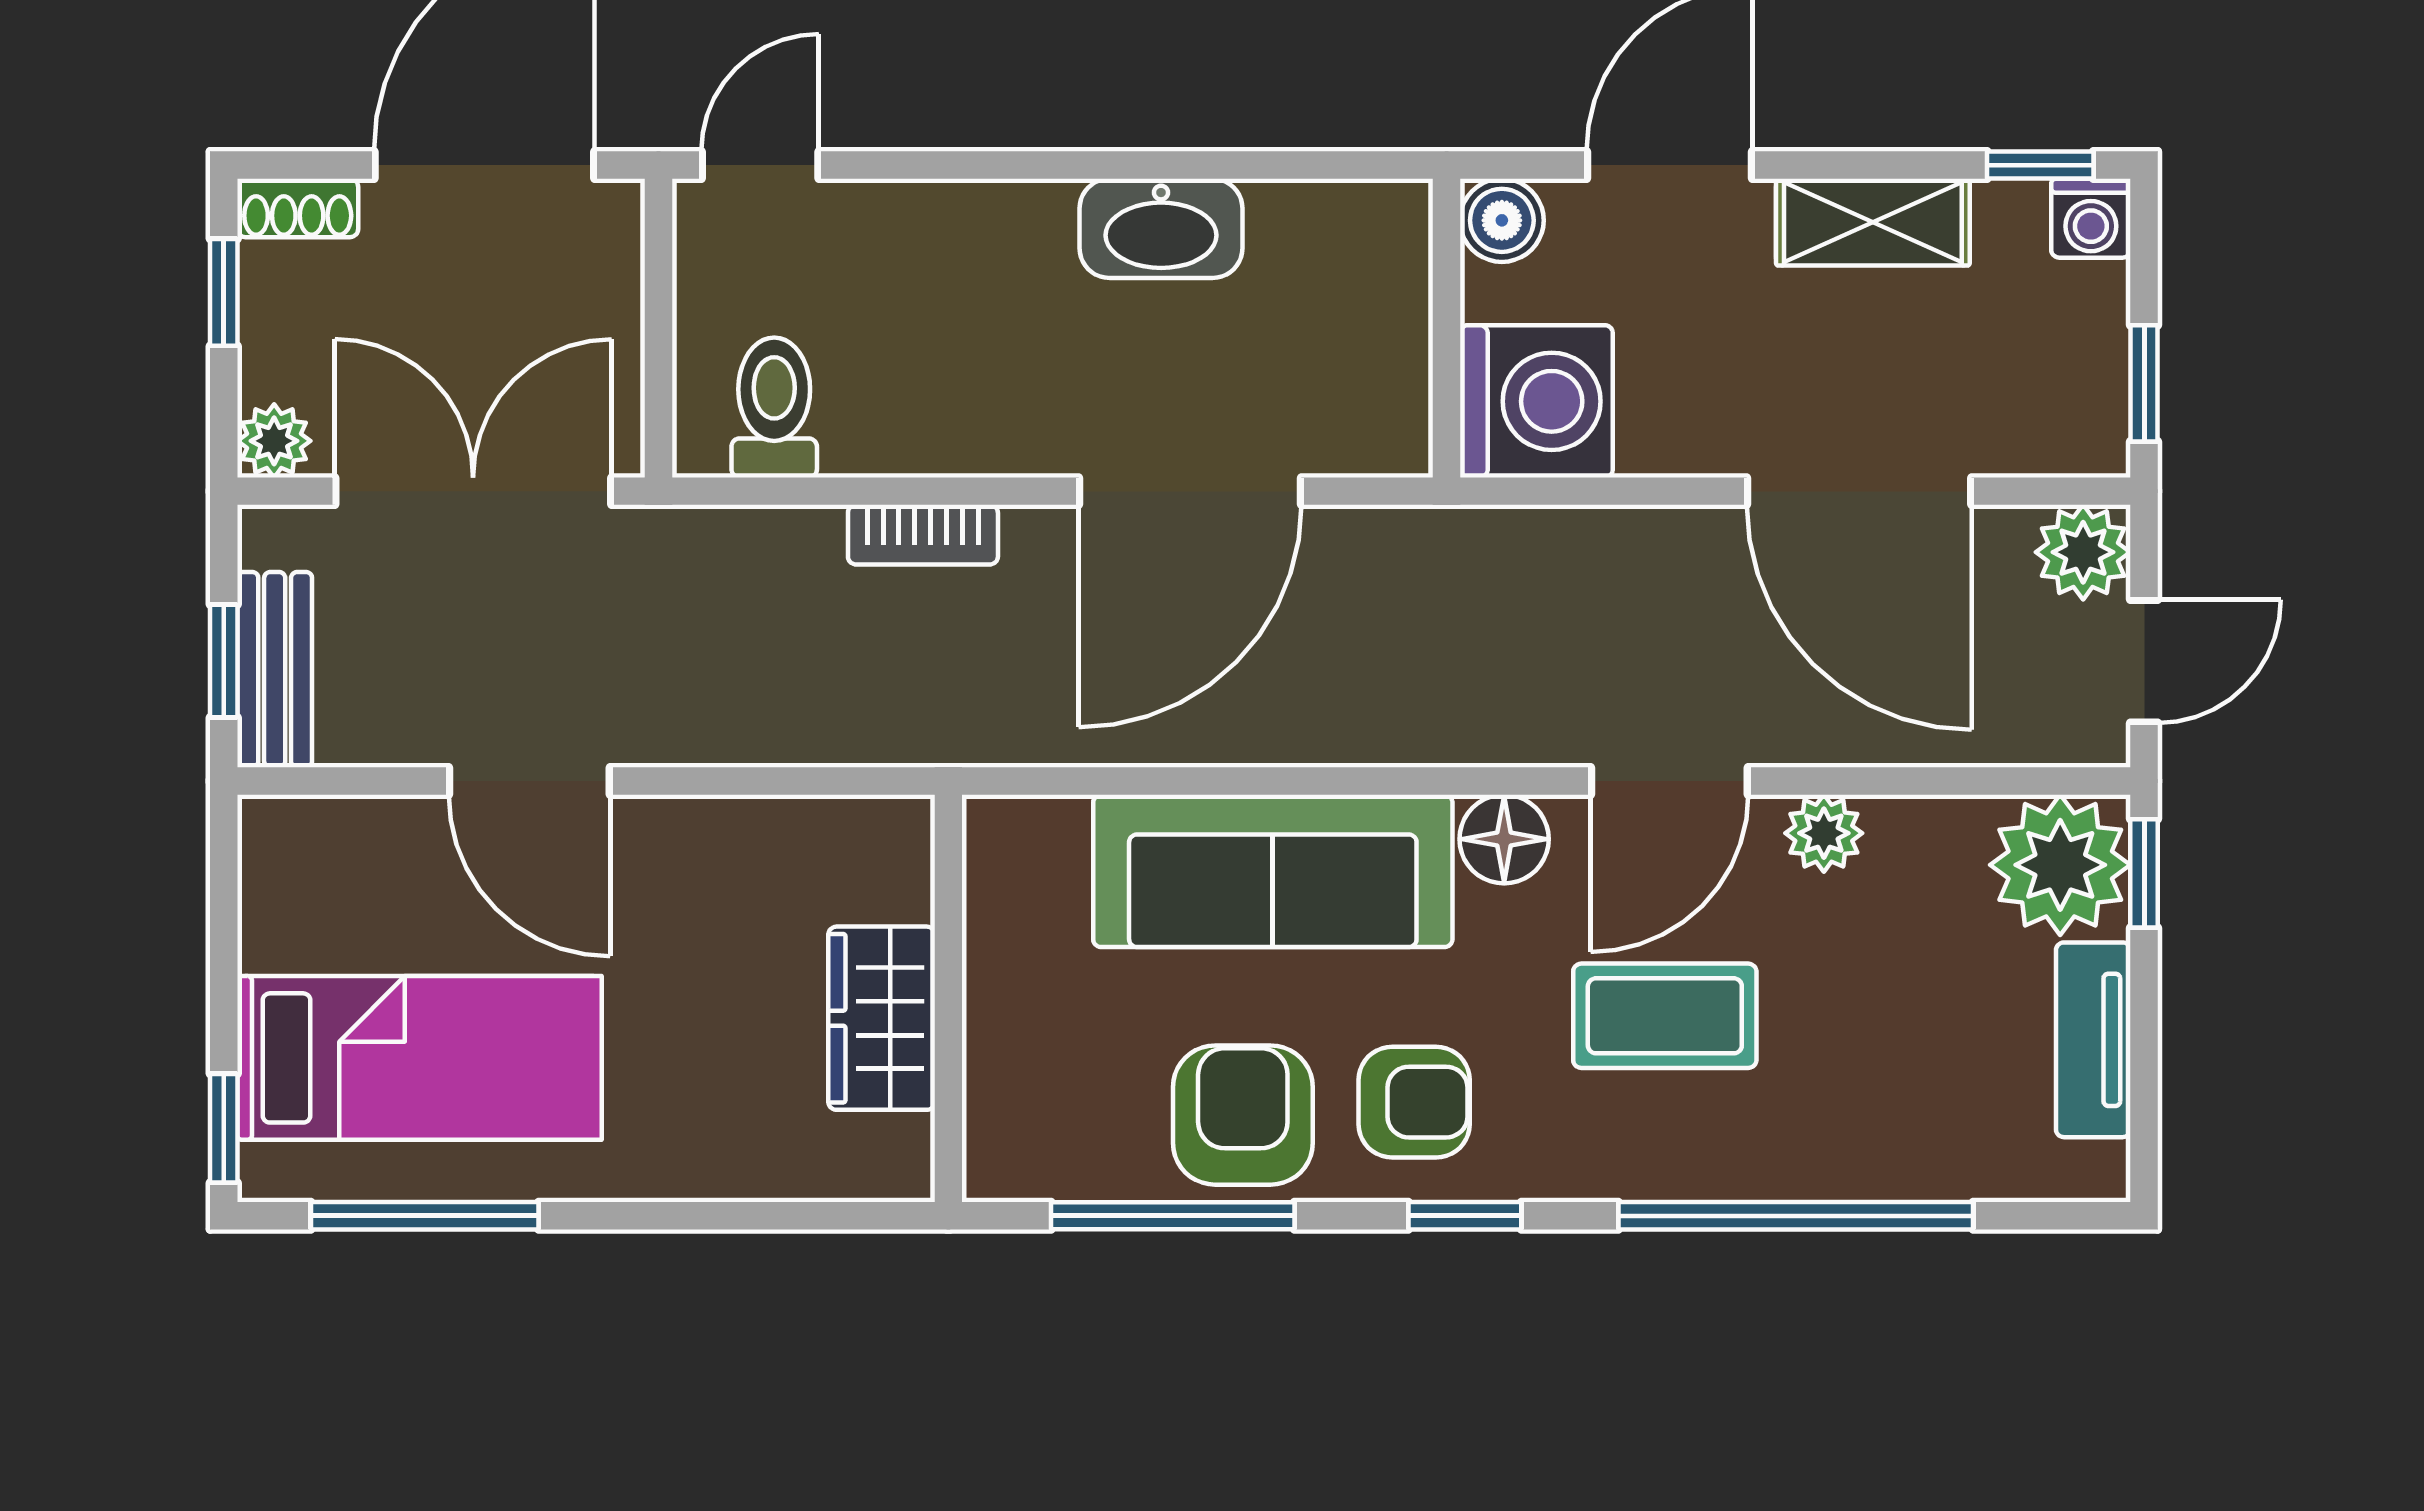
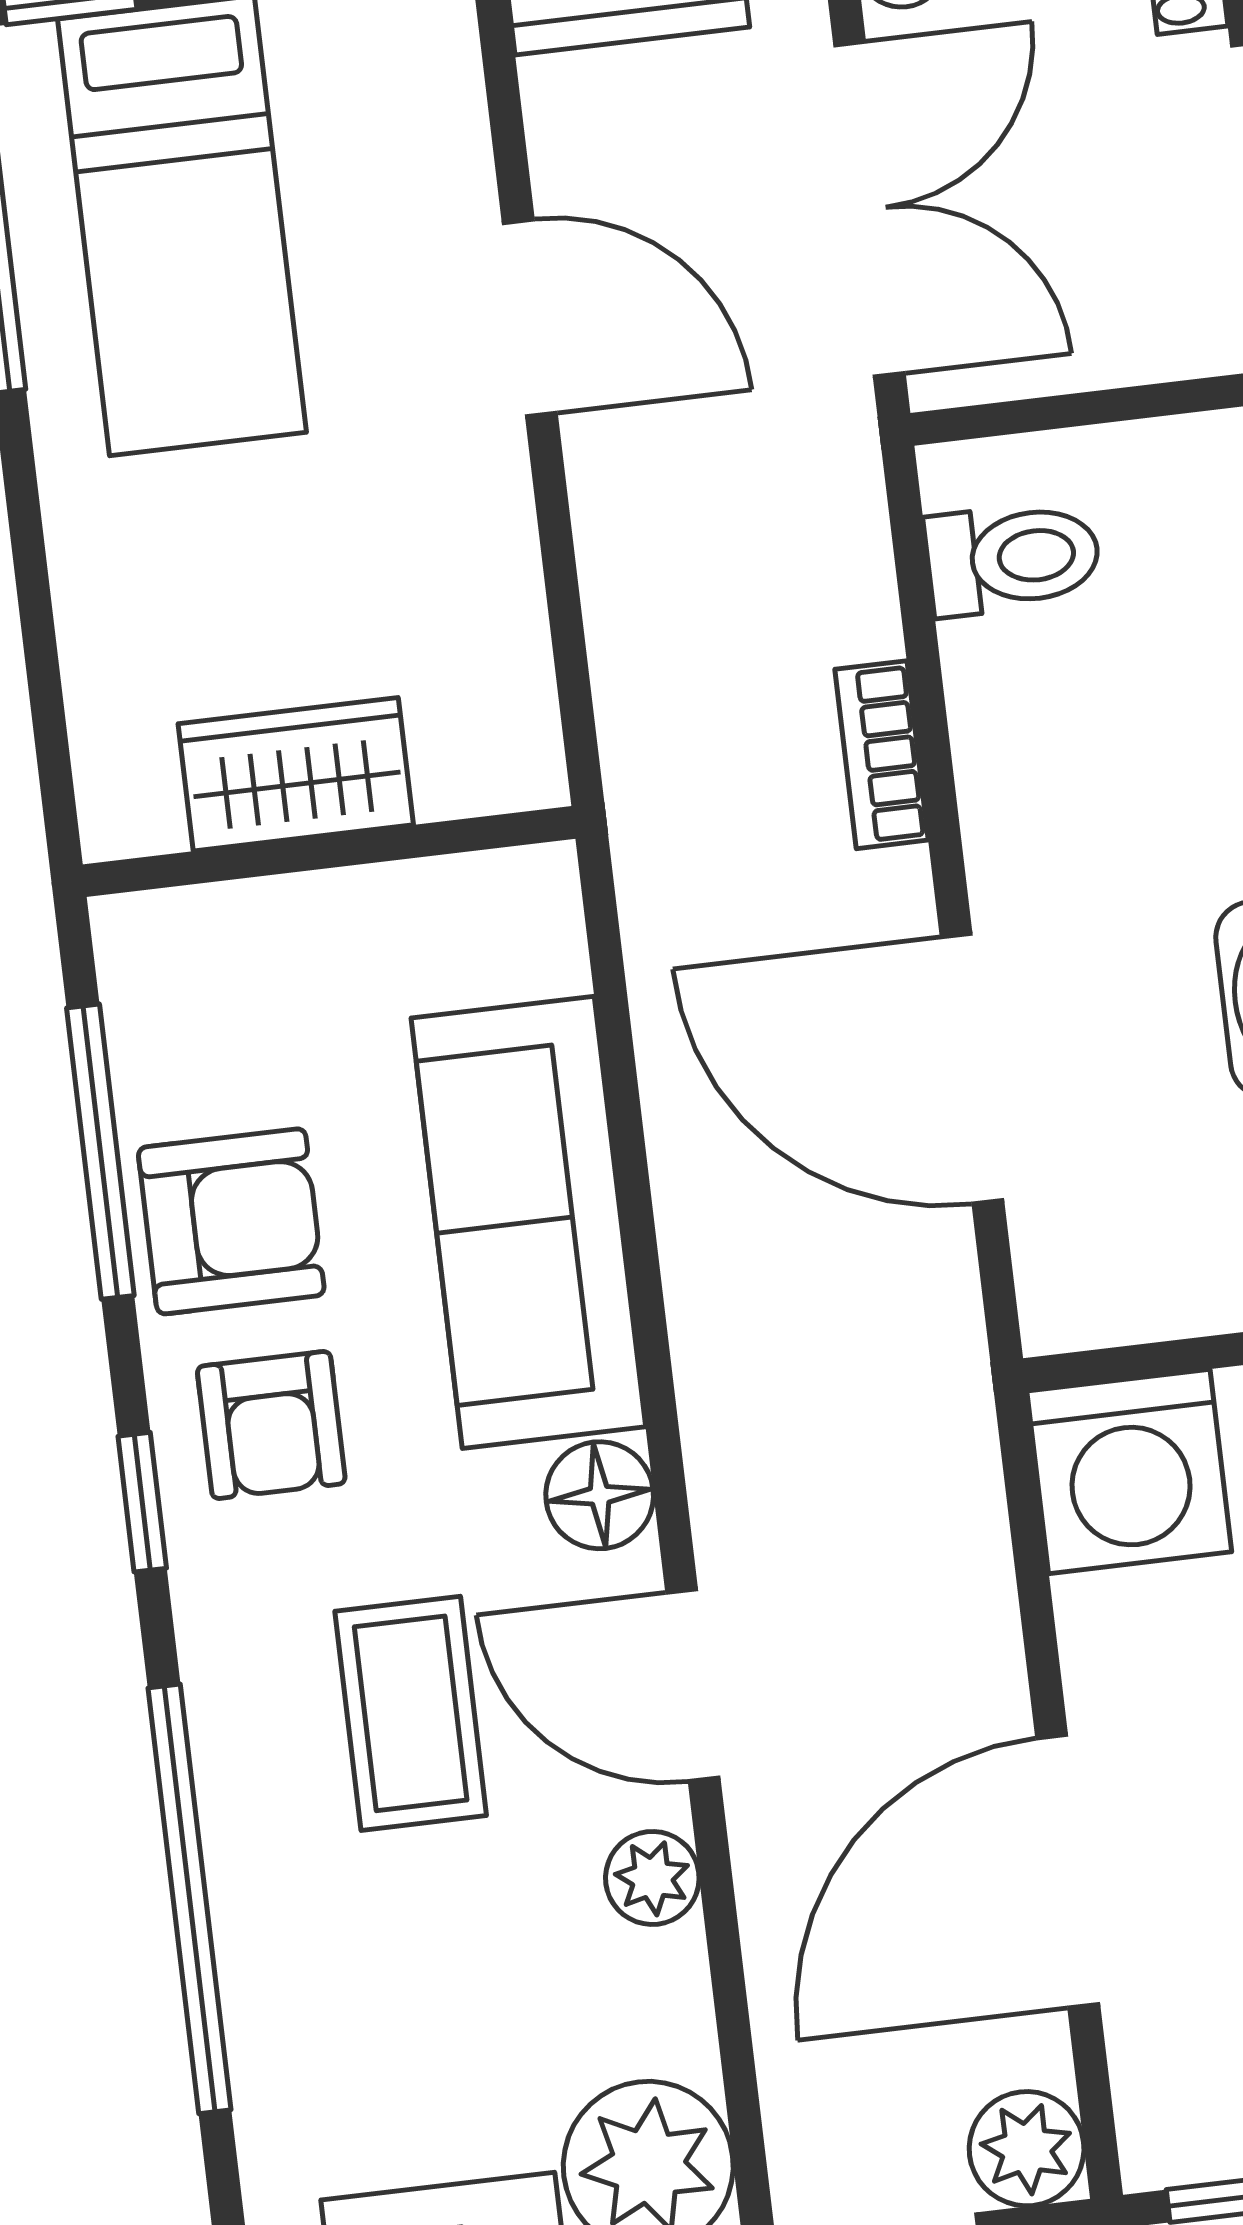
door: (529, 781) -> (530, 318), swing flipped

